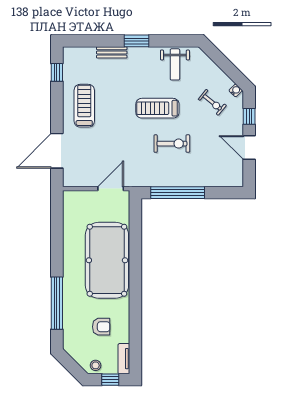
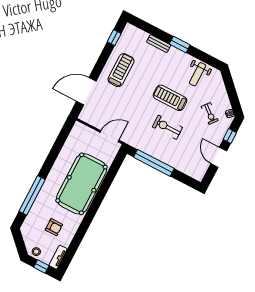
exercise bike: (172, 144) -> (167, 127), turned 180

